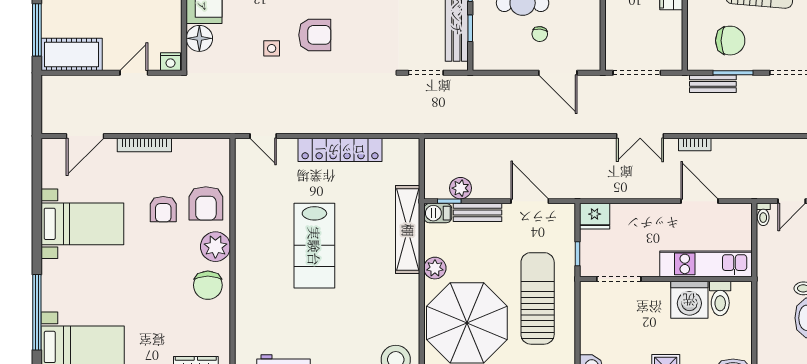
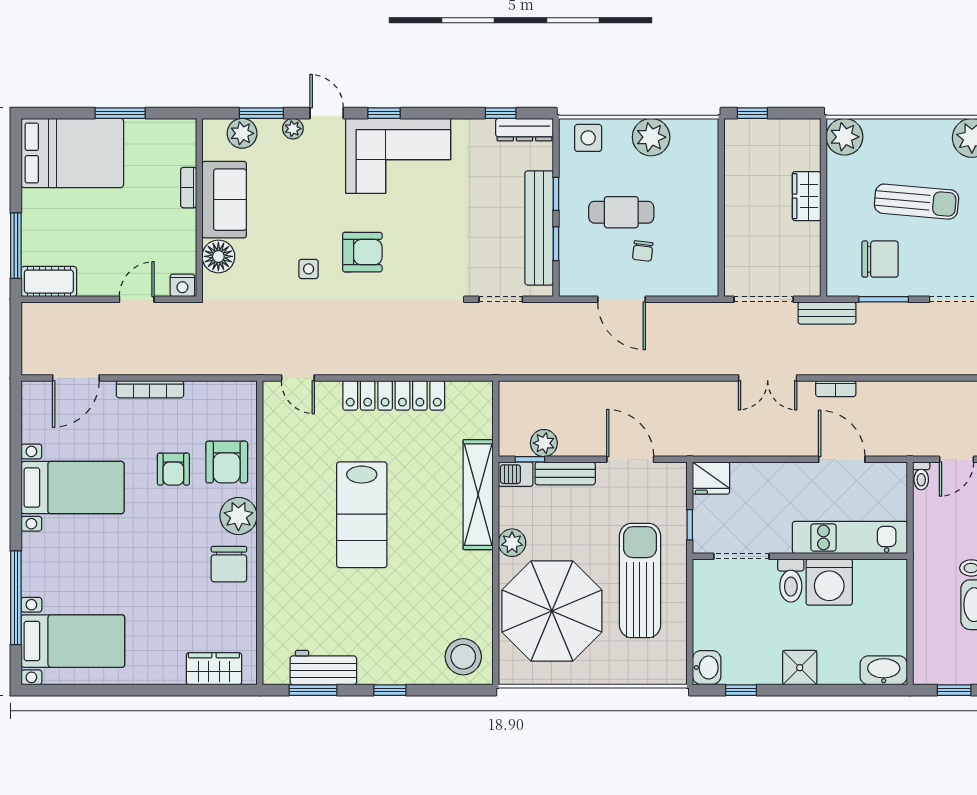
cot: (72, 54) -> (49, 282), width x0.73, depth x0.75
door: (558, 73) -> (622, 299), moved
bench: (713, 84) -> (827, 313), moved
toilet: (720, 298) -> (791, 581), moved

